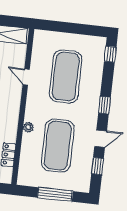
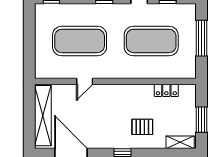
plant: (28, 127) -> (136, 73), removed

